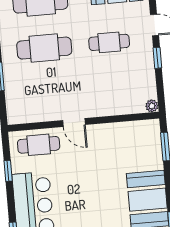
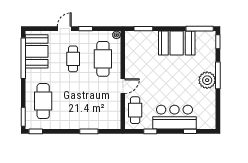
cafe table: (44, 48) -> (103, 59), moved

